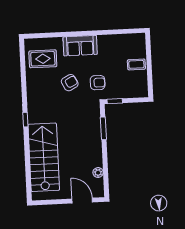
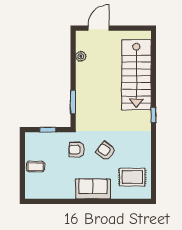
armchair: (70, 83) -> (106, 151), turned 63
window: (115, 101) -> (48, 130), moved
door: (82, 201) -> (99, 28), swing flipped

